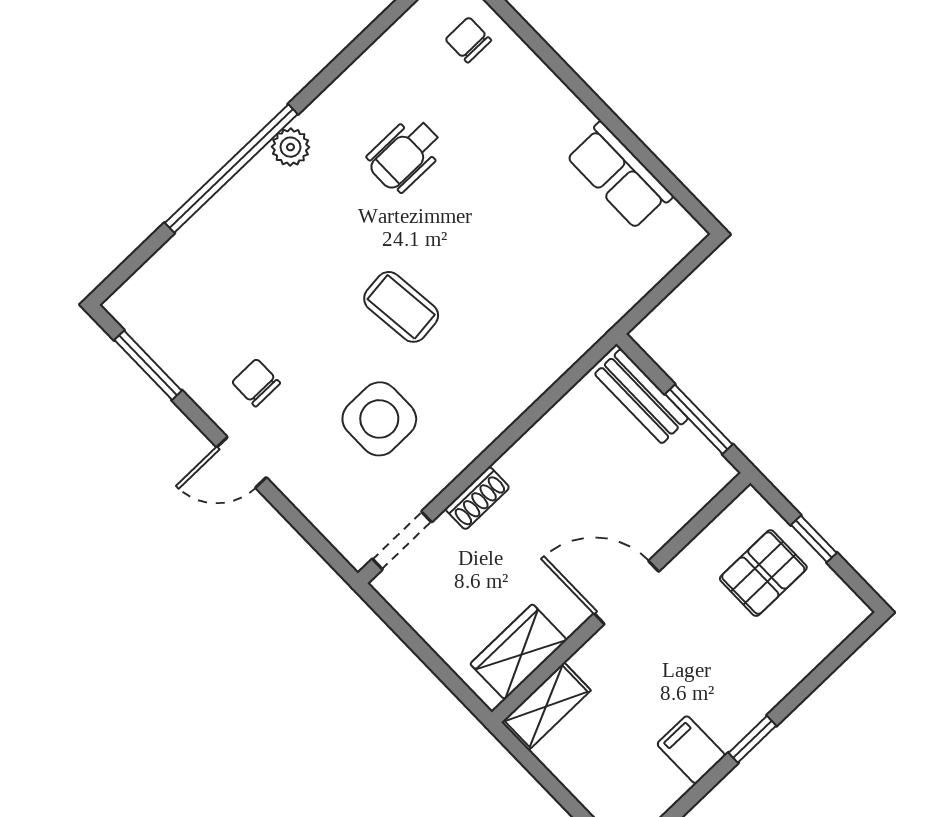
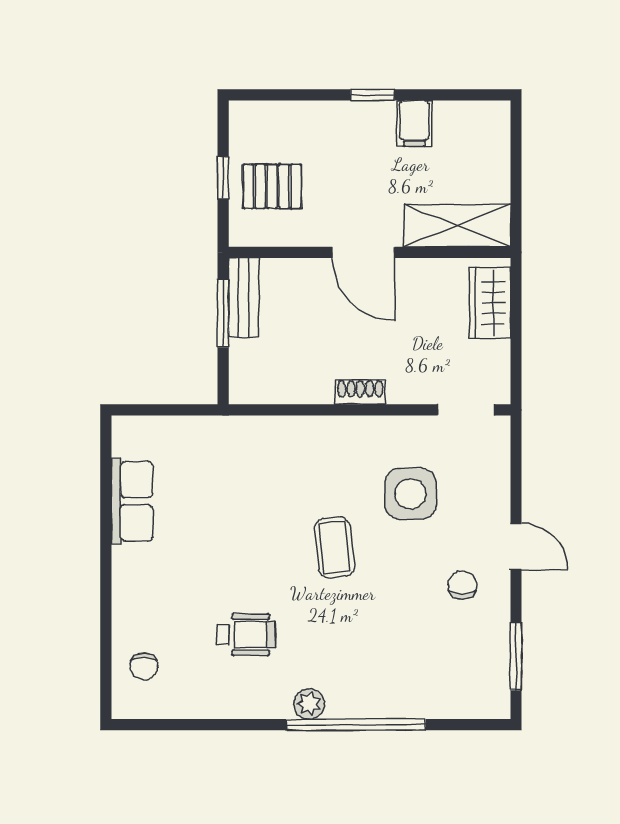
chair: (256, 383) -> (462, 585), turned 180
bench: (641, 396) -> (244, 298), moved
shoe rack: (477, 498) -> (360, 392), moved
wardrobe: (519, 652) -> (490, 303), moved, turned 90
shelving: (546, 706) -> (457, 226), width x1.50, depth x1.33

